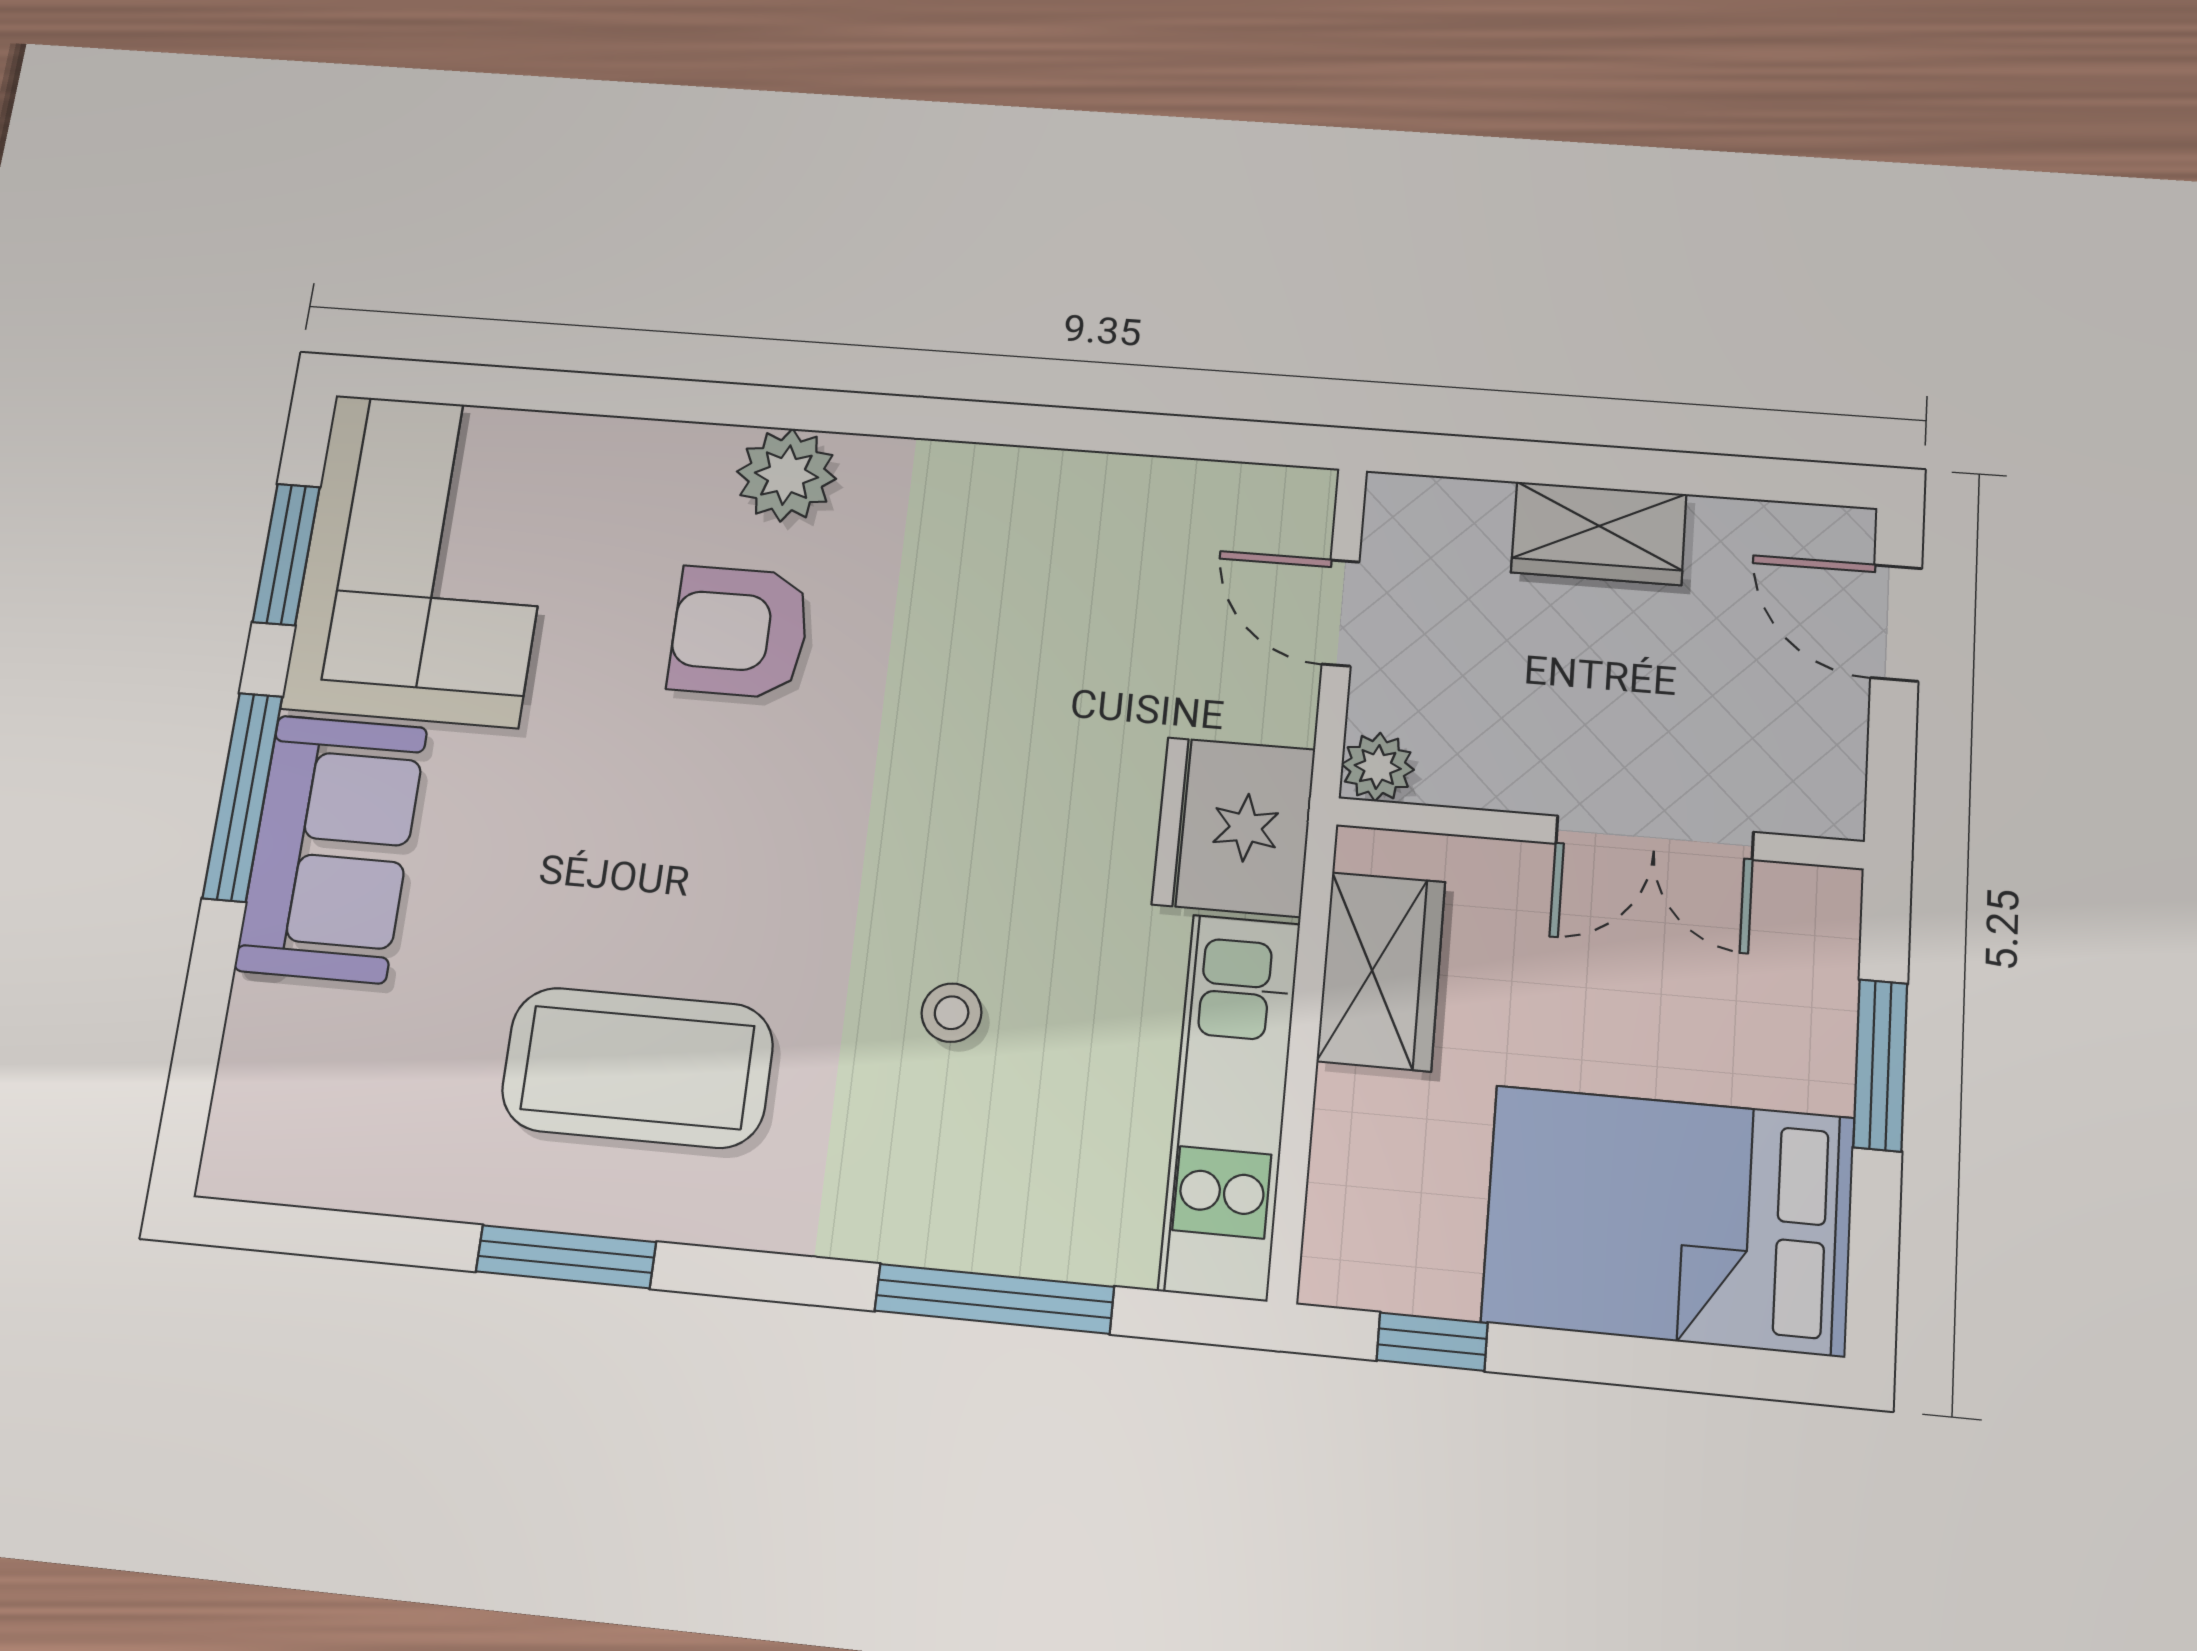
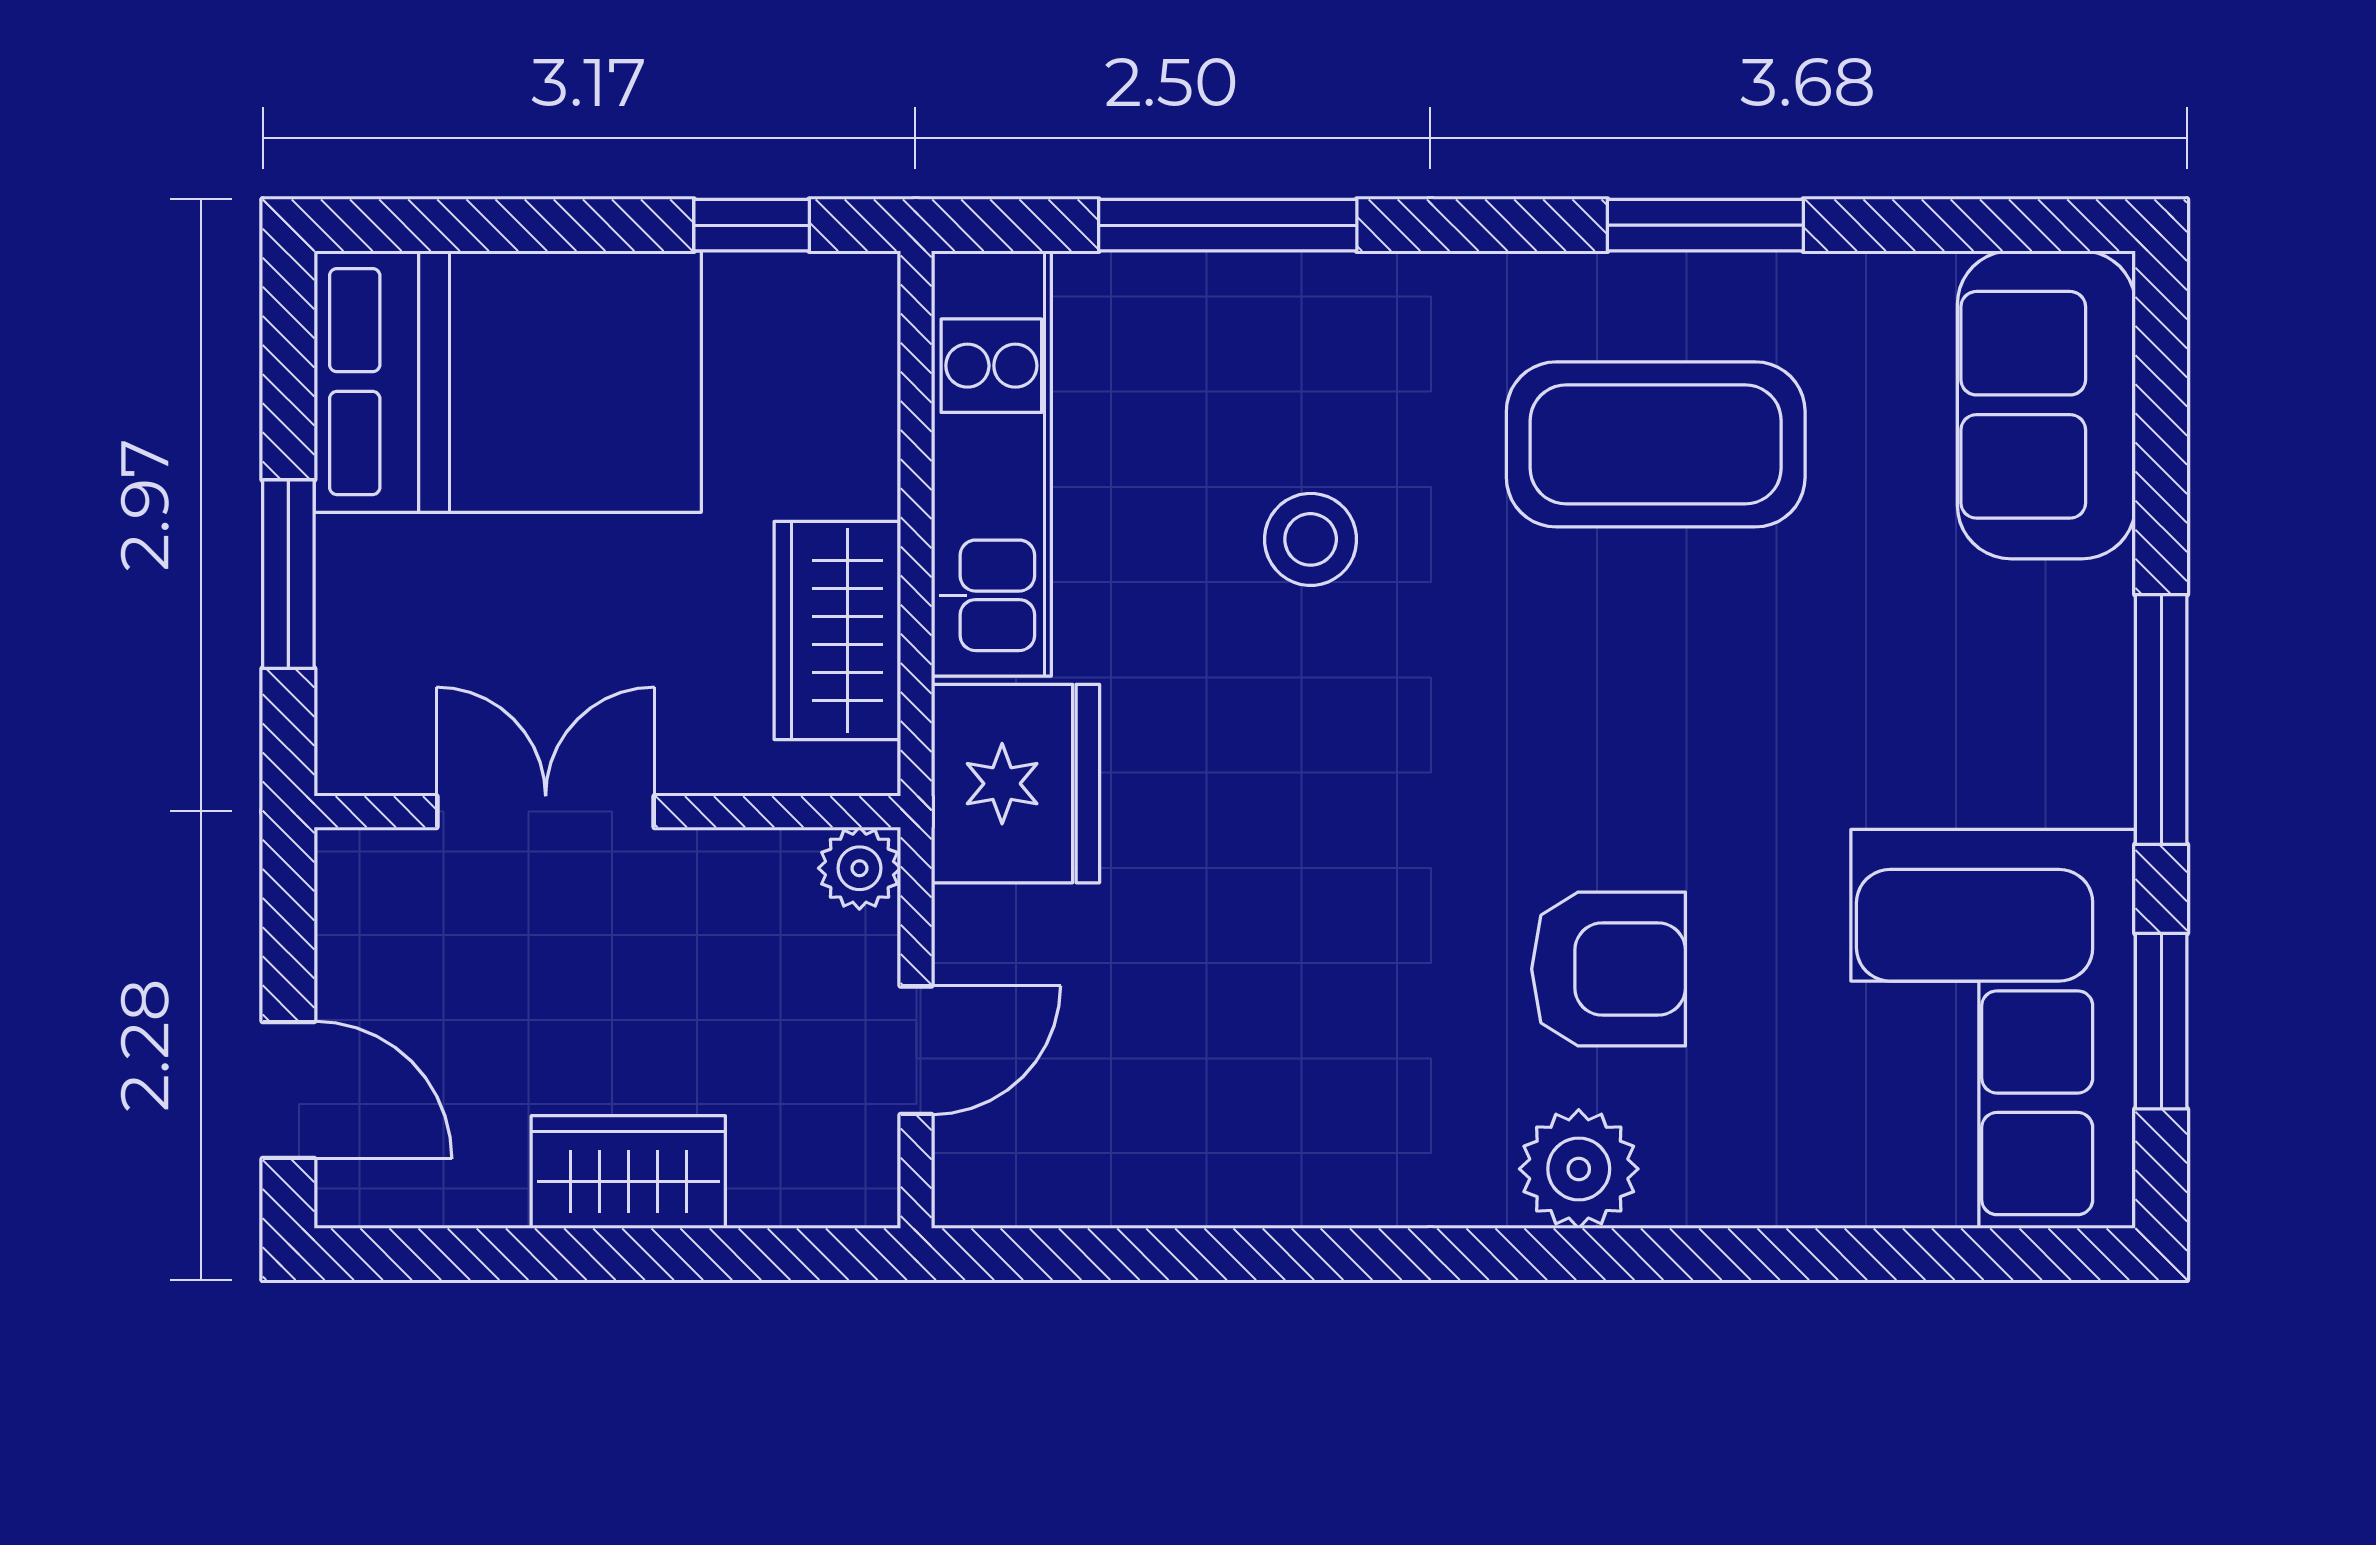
door: (1341, 613) -> (916, 1050), hinge flipped
sofa: (331, 848) -> (2046, 405), moved
stool: (952, 1013) -> (1311, 539), width x1.37, depth x1.37

